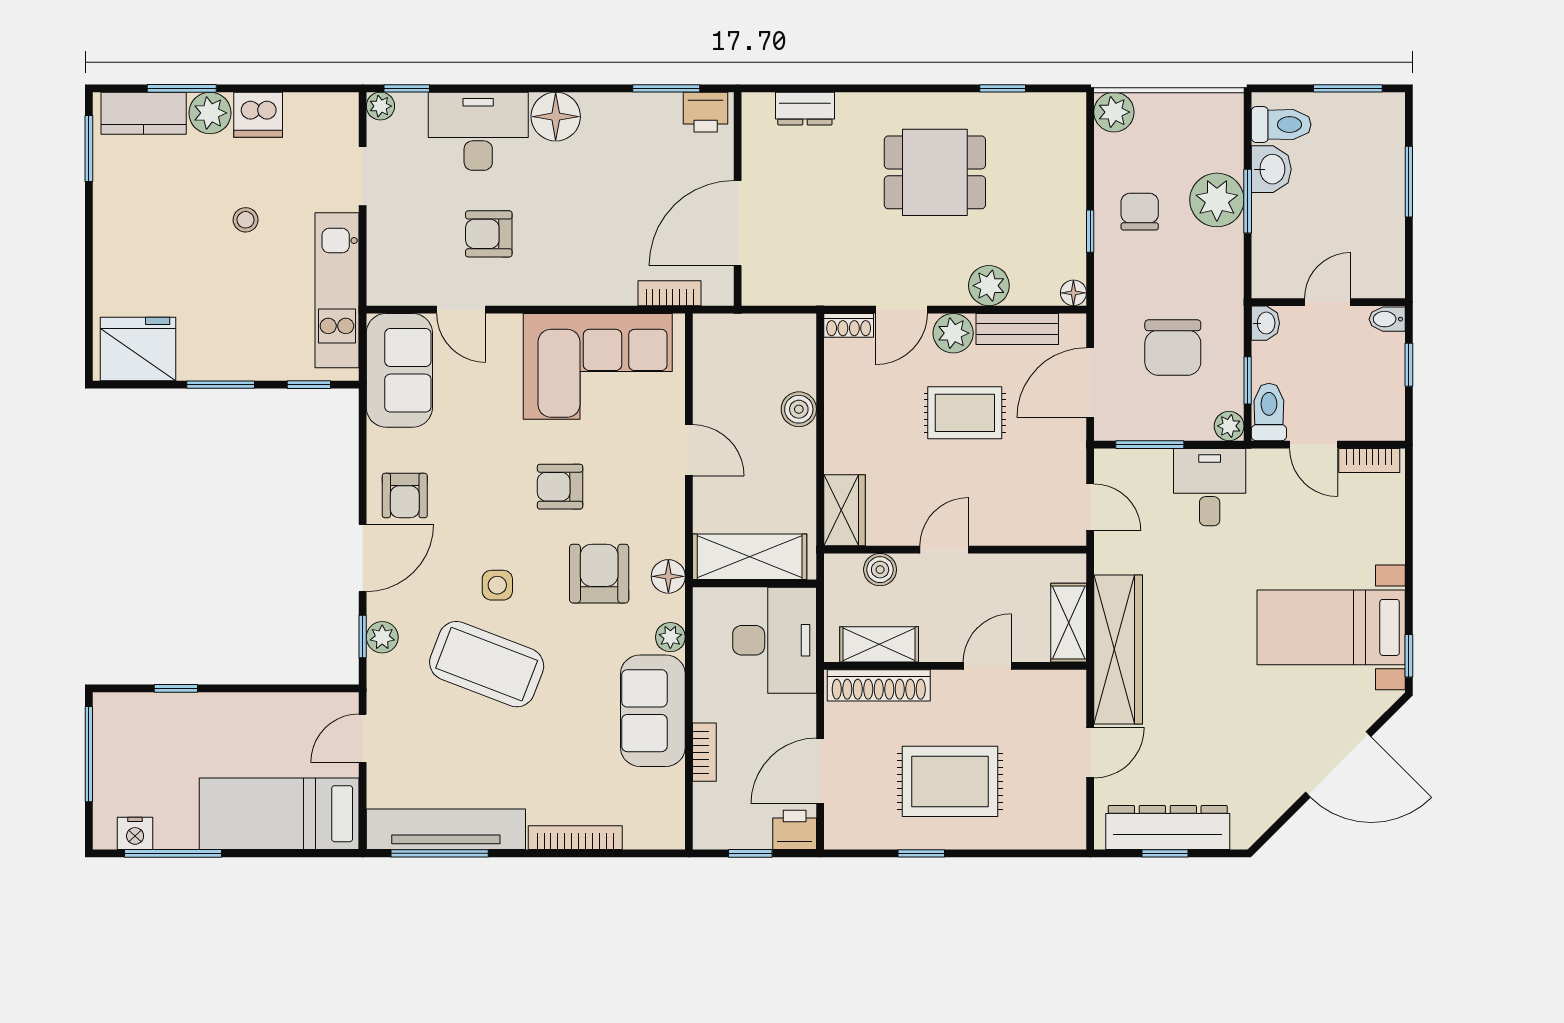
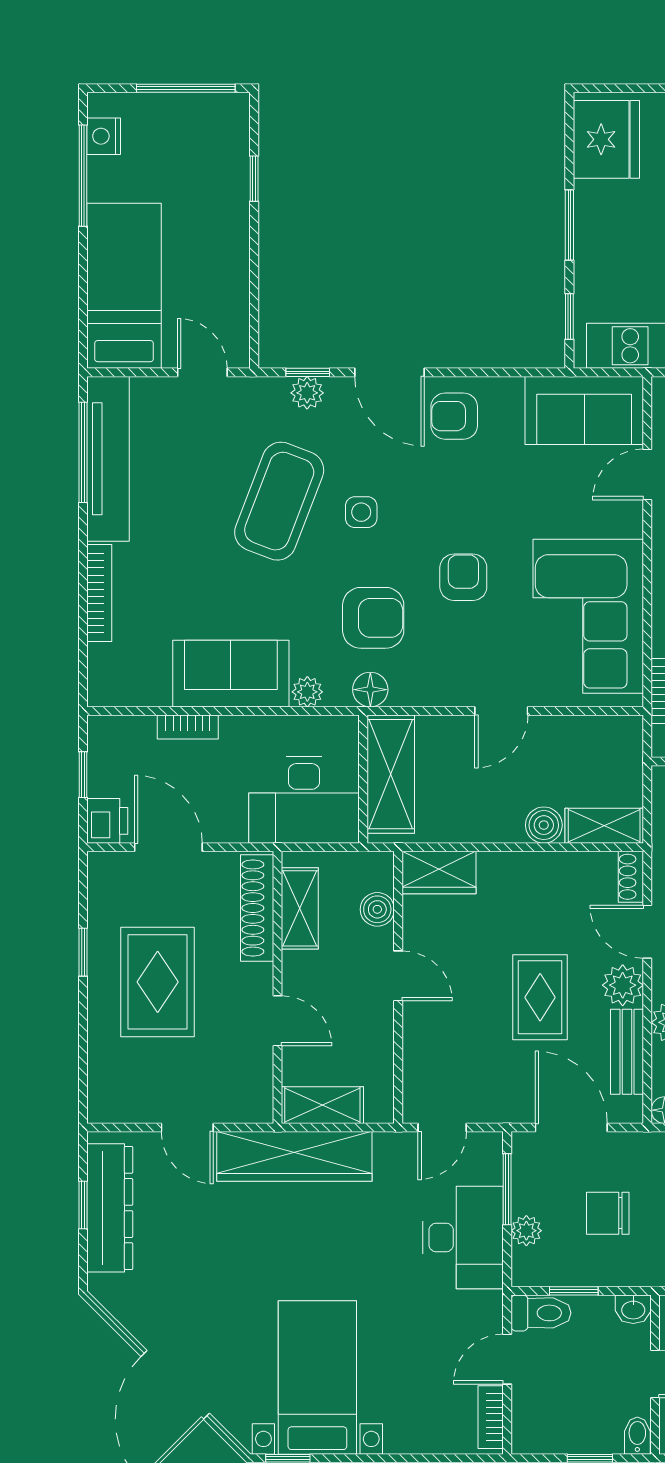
chair: (1173, 348) -> (608, 1213), width x0.73, depth x0.73
shelving: (799, 351) -> (604, 826), added
plant: (1229, 426) -> (526, 1231), moved
desk: (1210, 487) -> (463, 1237), width x1.37

